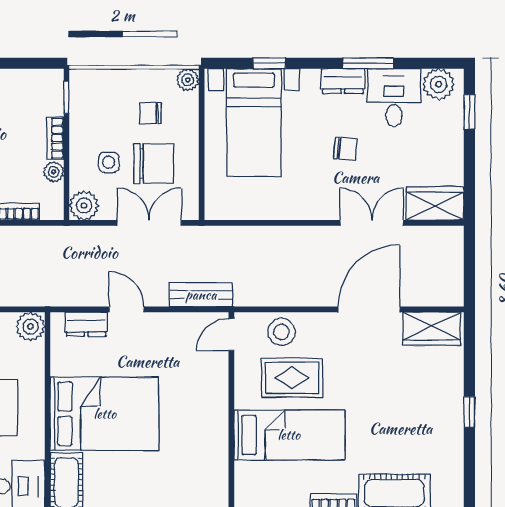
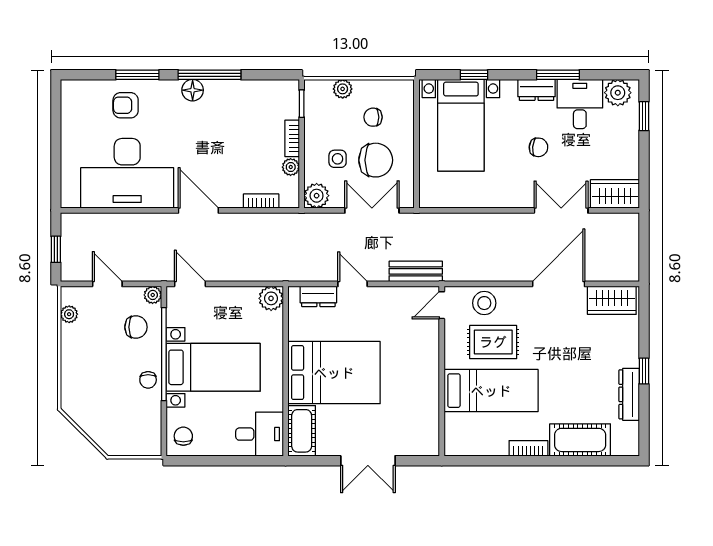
plant: (188, 80) -> (343, 89), moved
dresser: (452, 439) -> (629, 394), added

